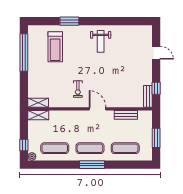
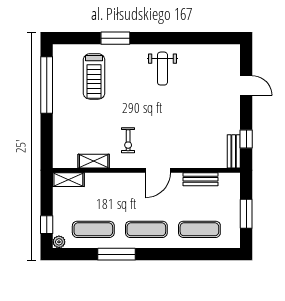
shelving: (38, 103) -> (94, 161), moved
door: (98, 109) -> (158, 170), swing flipped
window: (92, 165) -> (116, 254), moved

